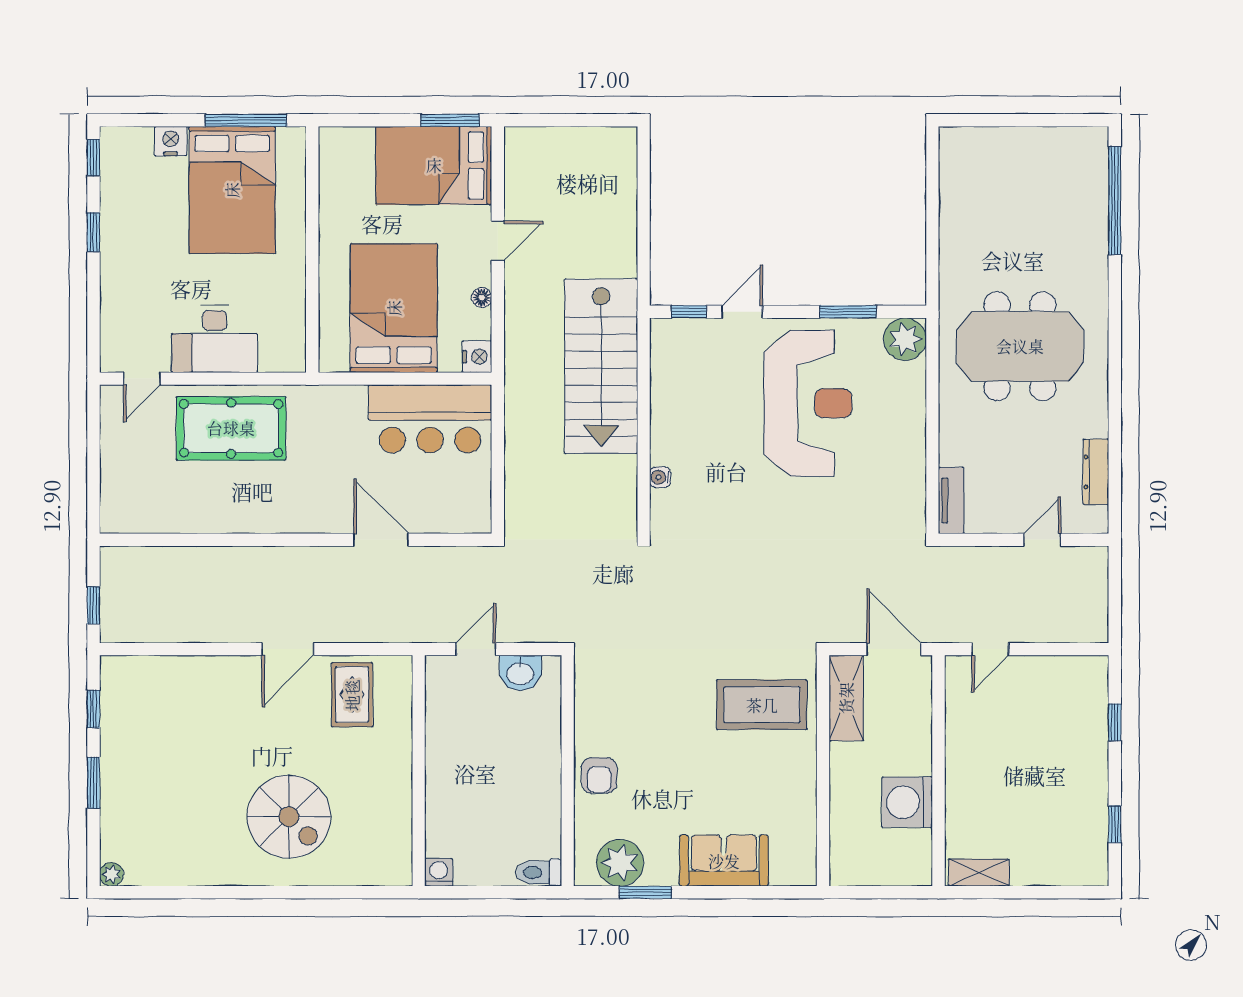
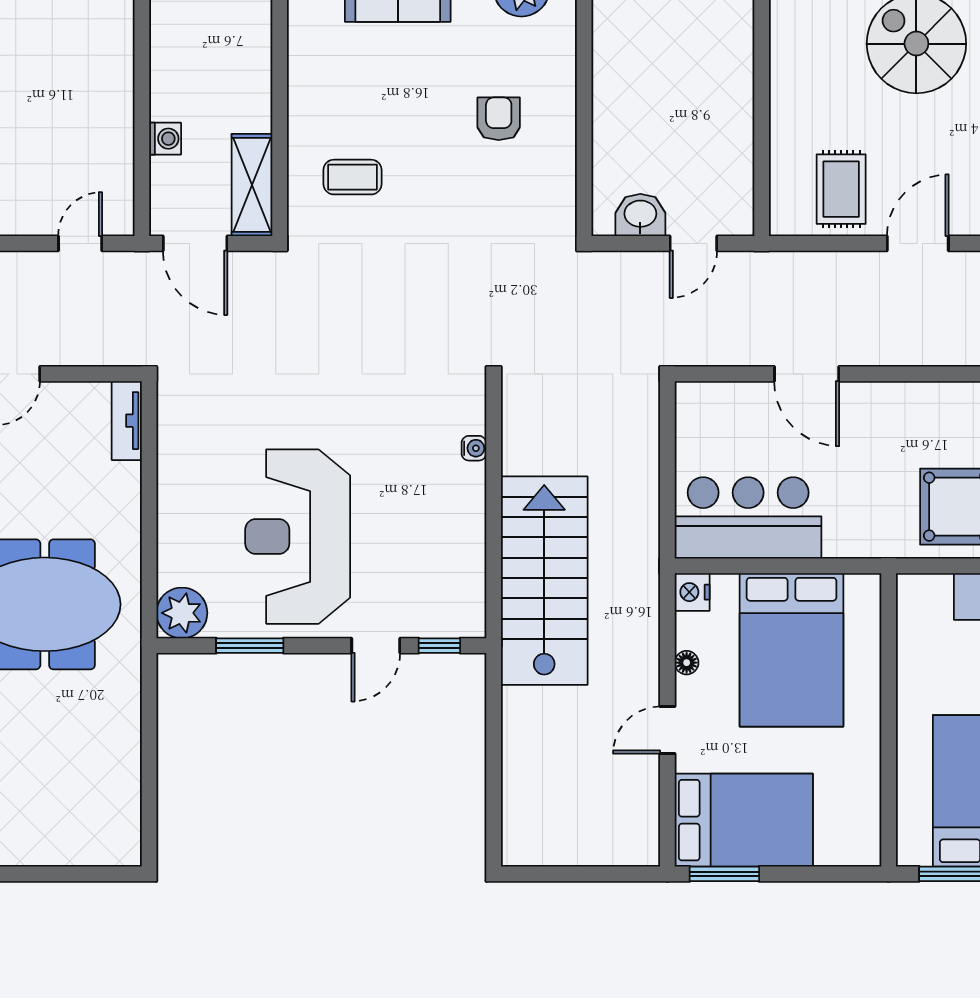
coffee table: (762, 705) -> (352, 177), width x0.54, depth x0.58
armchair: (599, 775) -> (499, 119), moved
washing machine: (907, 802) -> (165, 139), moved, width x0.53, depth x0.53

